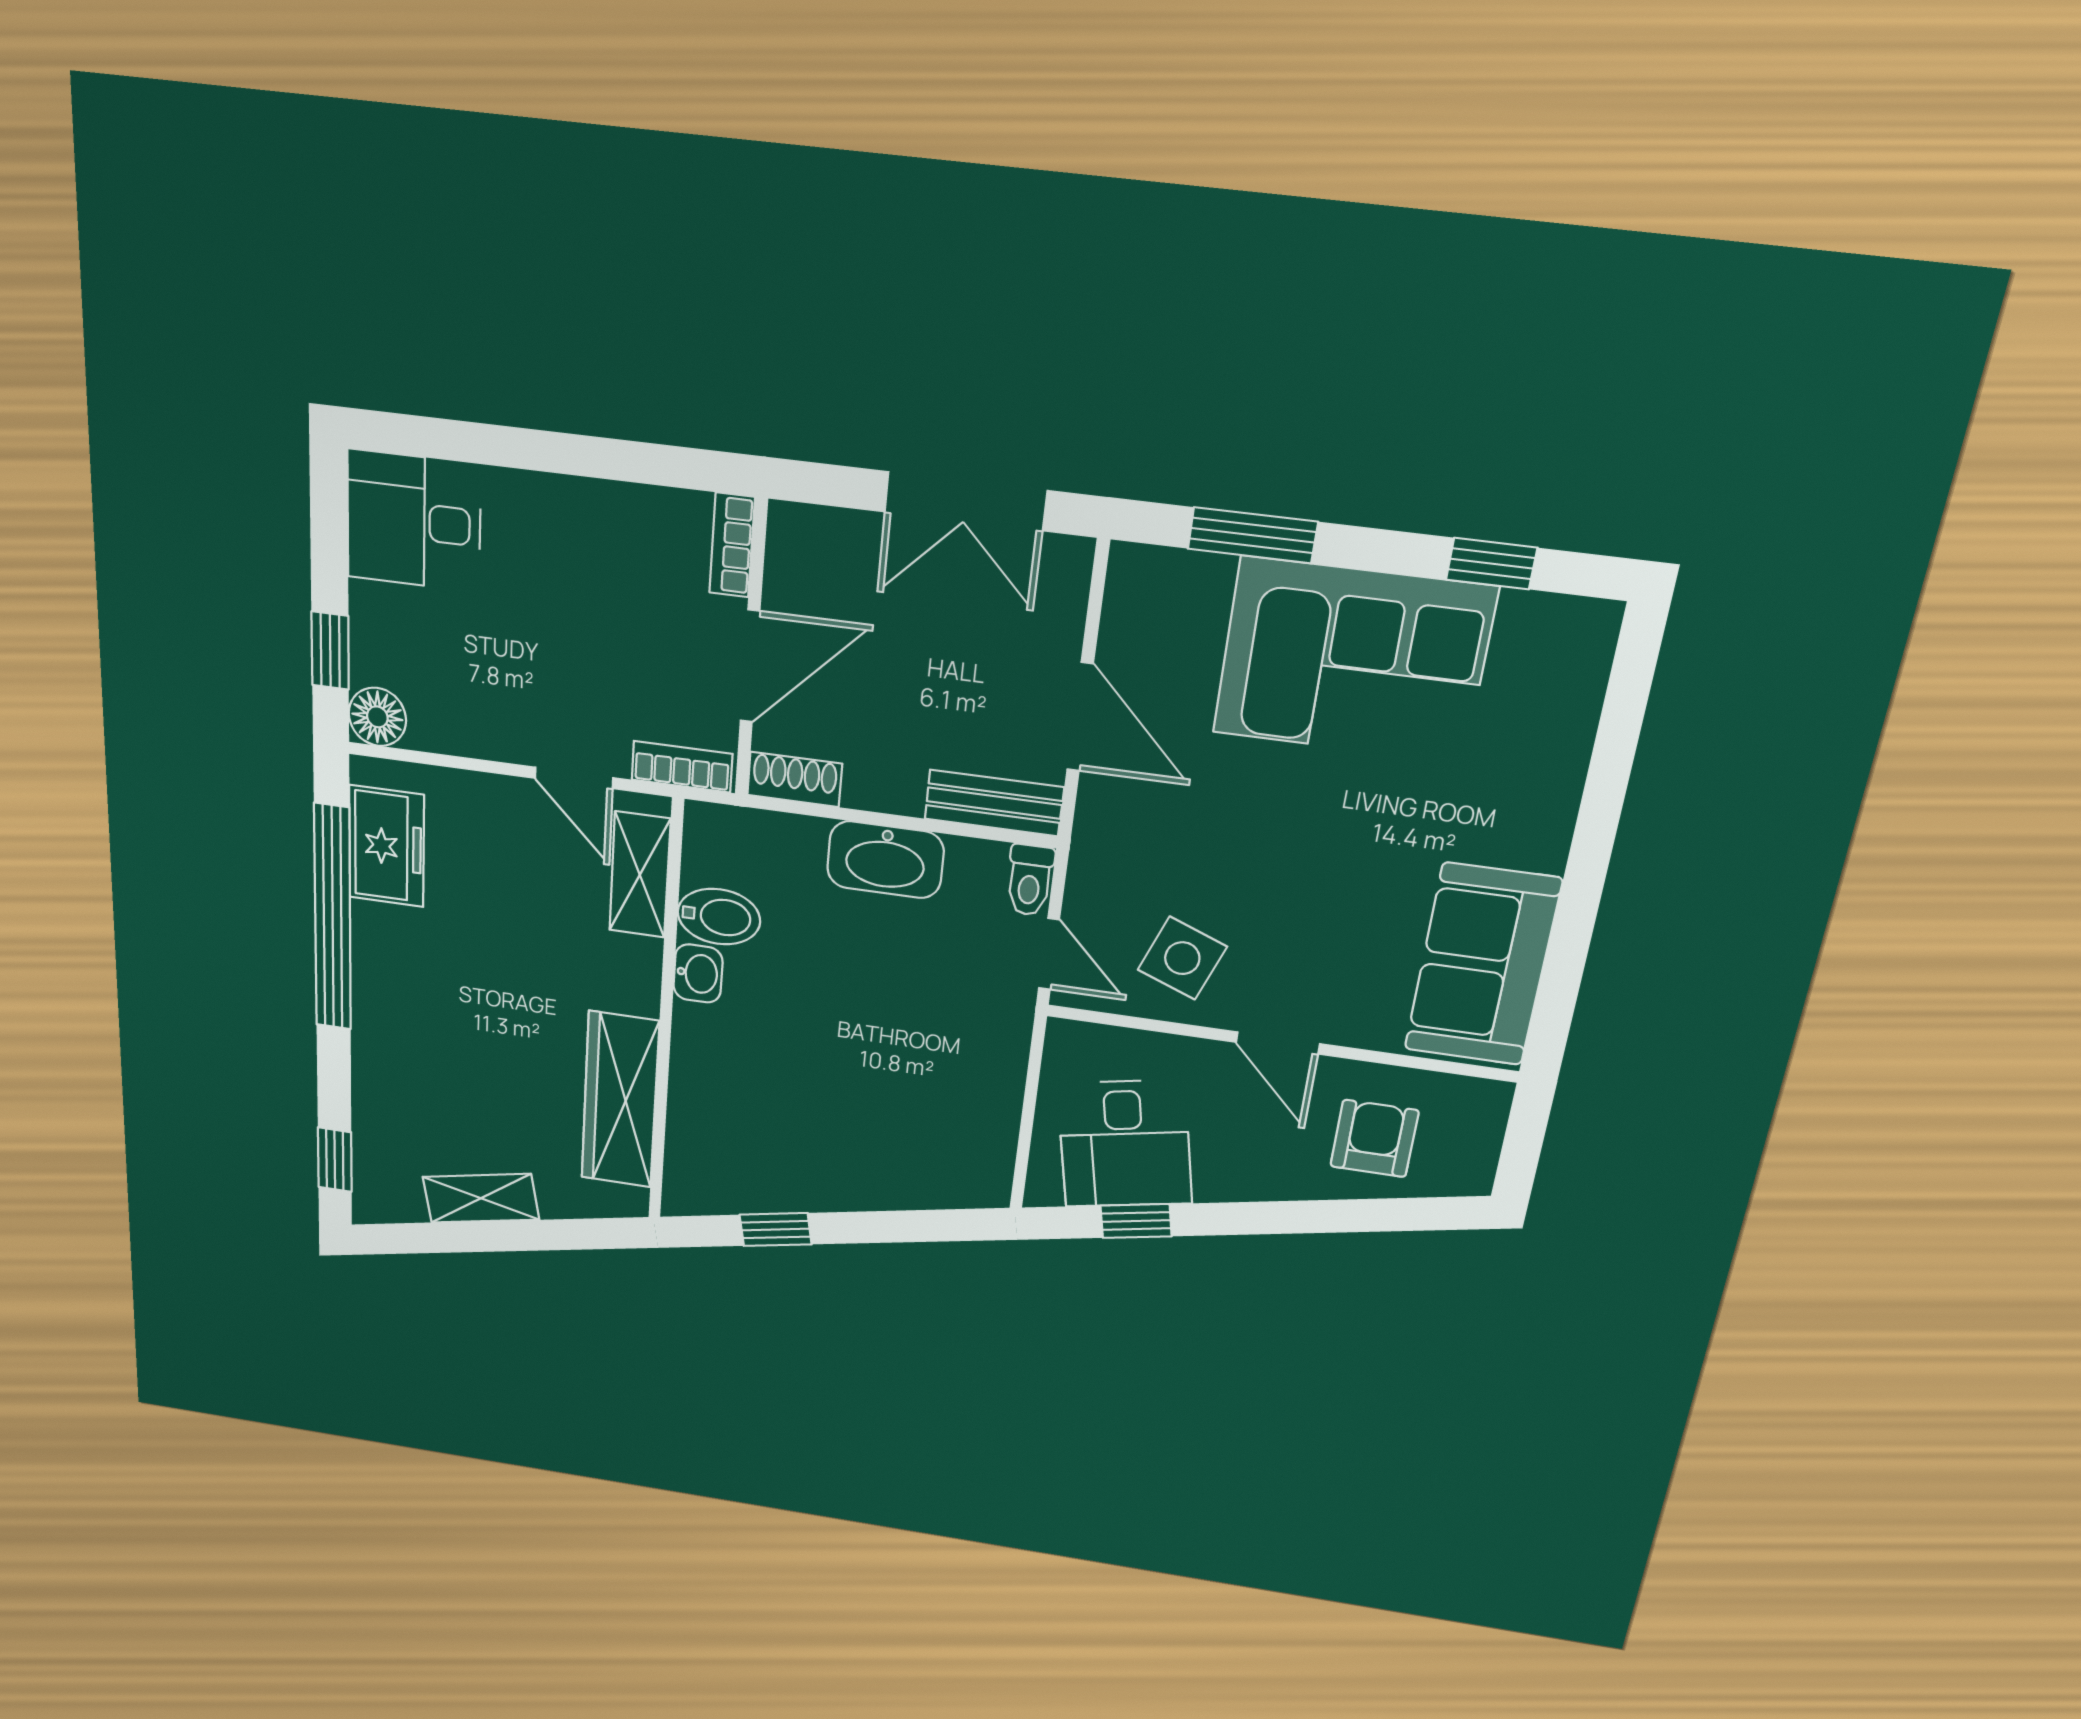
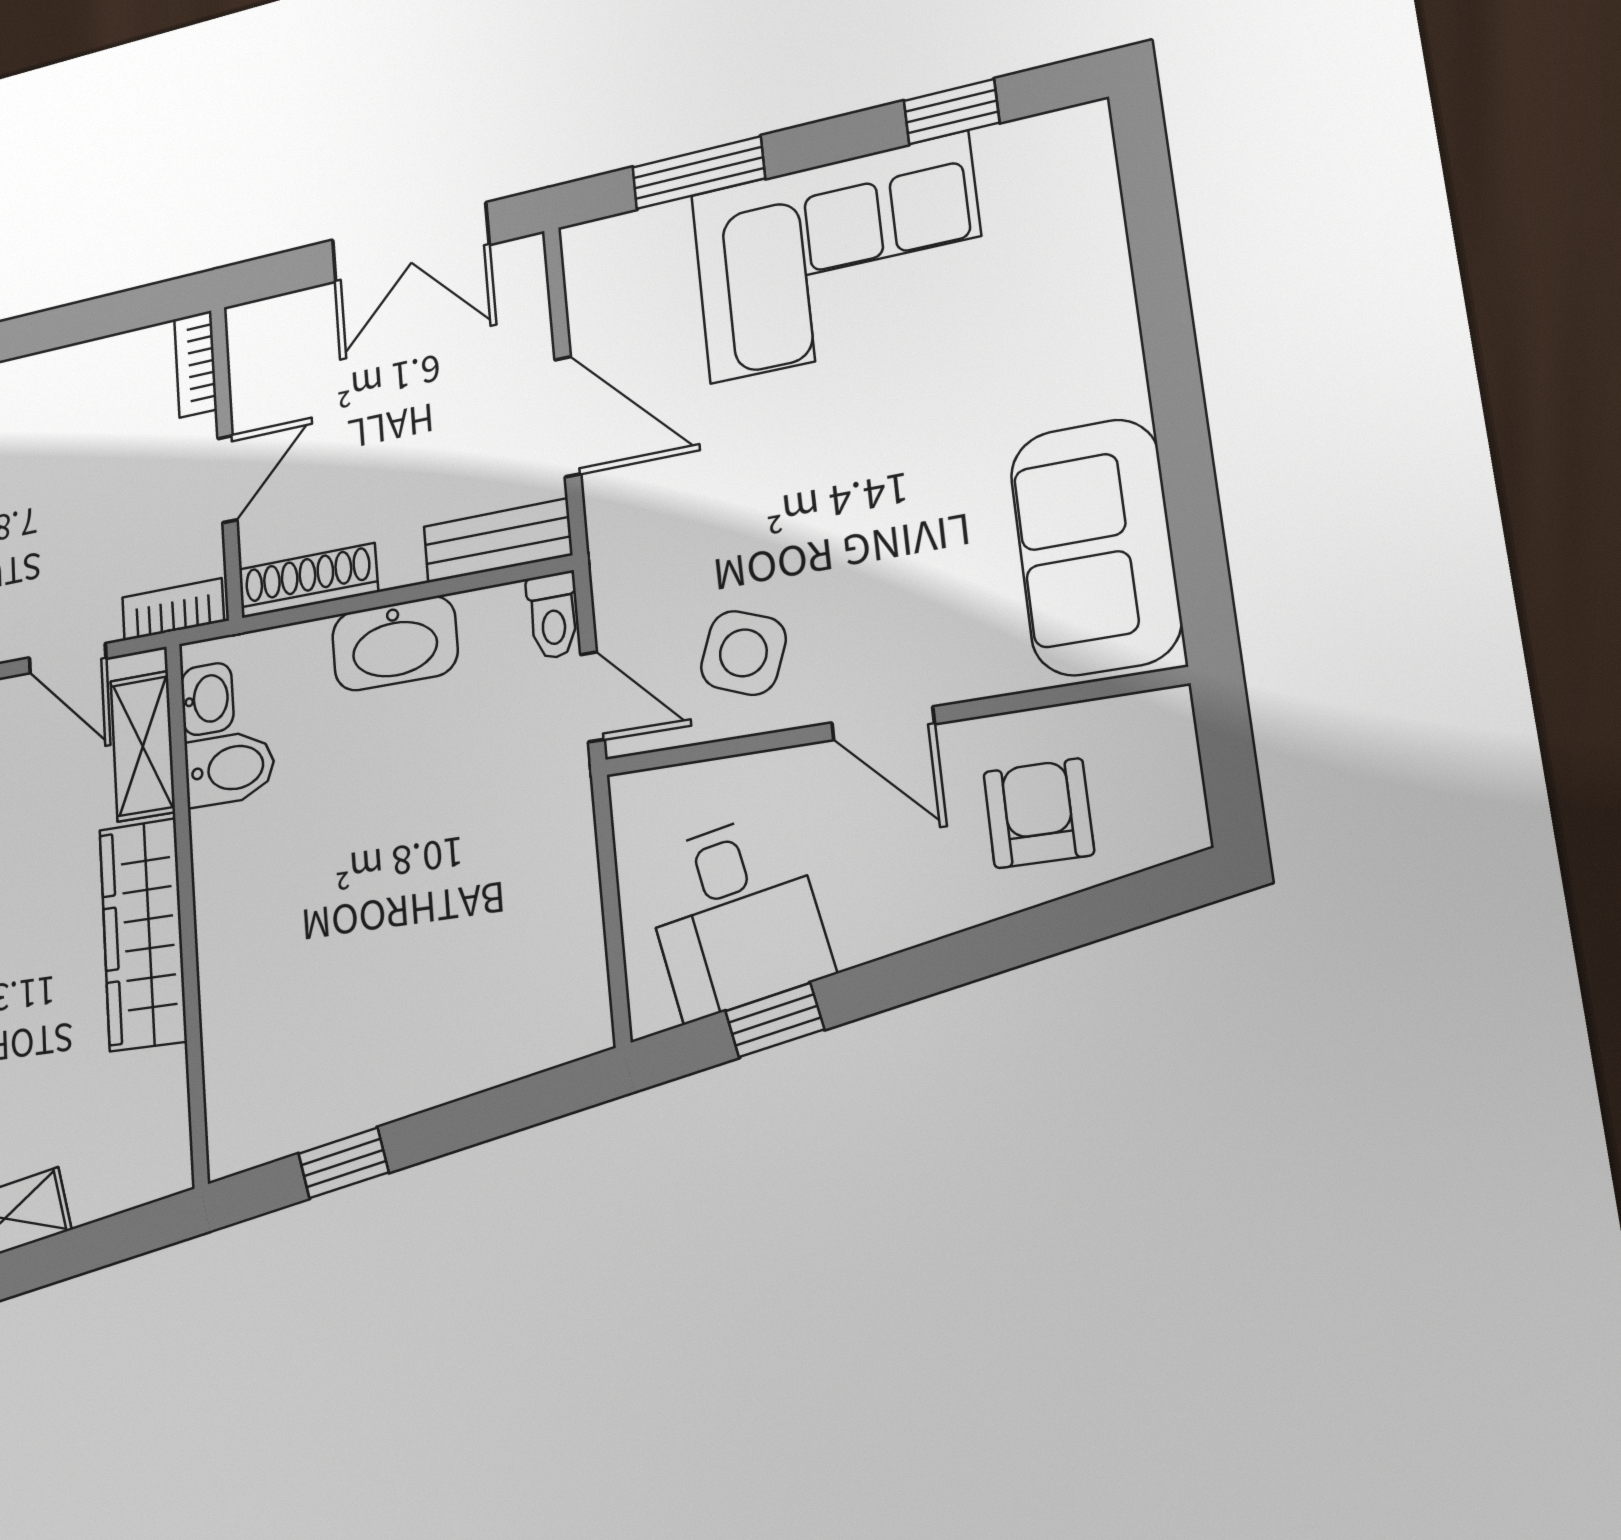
door: (750, 666) -> (227, 479), width x0.73
shoe rack: (795, 779) -> (308, 581), width x1.43
washbasin: (698, 973) -> (207, 699), moved
wardrobe: (620, 1100) -> (143, 935), moved

